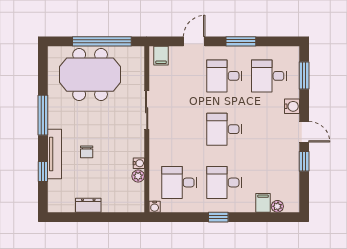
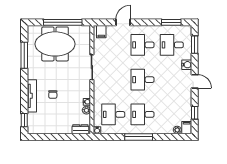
window: (241, 41) -> (171, 22), moved
window: (43, 115) -> (24, 55), moved
window: (304, 161) -> (195, 113), moved
window: (43, 172) -> (24, 120), moved
filing cabinet: (263, 203) -> (187, 128), moved
dresser: (88, 205) -> (80, 129), moved
window: (218, 217) -> (139, 137), width x2.17

